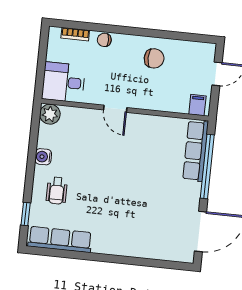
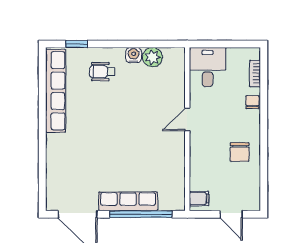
plant: (50, 114) -> (153, 57), moved
row of seats: (196, 151) -> (128, 201), moved
row of seats: (60, 239) -> (56, 91), width x1.36

